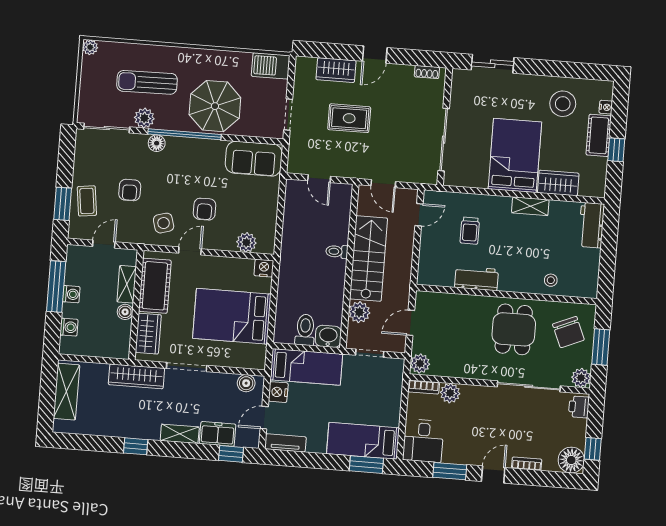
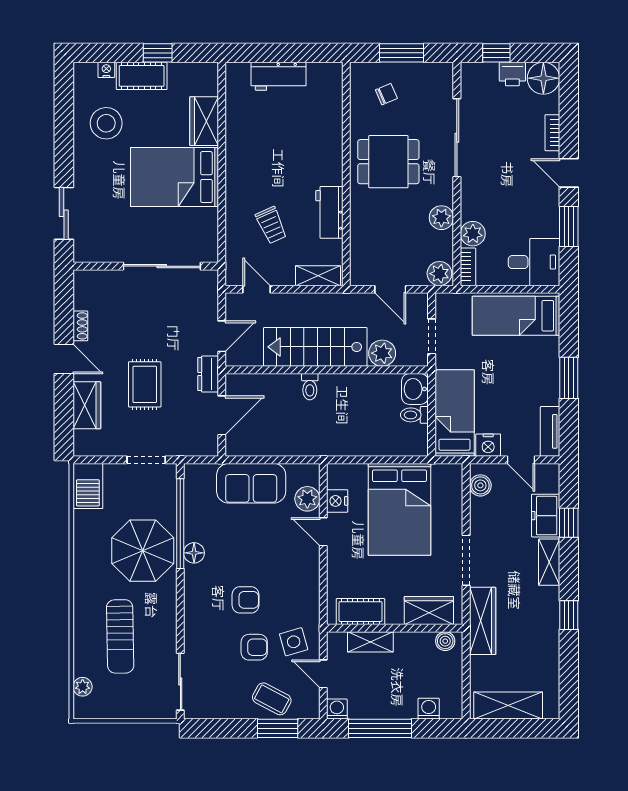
plant: (90, 47) -> (83, 687), moved
shoe rack: (427, 72) -> (80, 326), moved
plant: (144, 118) -> (164, 636), removed
window: (184, 134) -> (180, 524), moved
floor lamp: (157, 143) -> (194, 553), moved
sofa: (254, 159) -> (251, 483), moved, turned 90
dresser: (354, 170) -> (208, 374), added
door: (319, 179) -> (222, 415), width x1.38
coffee table: (87, 201) -> (272, 699), turned 35
shelving: (530, 206) -> (318, 276), moved, turned 90
armchair: (205, 209) -> (245, 600), moved
side table: (164, 223) -> (294, 642), moved
workbench: (591, 225) -> (279, 76), moved
trolley: (470, 231) -> (271, 225), turned 66
door: (190, 251) -> (323, 532), moved
nightstand: (264, 268) -> (337, 501), moved
stool: (551, 280) -> (324, 121), removed
cot: (155, 286) -> (361, 612), width x0.73, depth x0.75
washing machine: (71, 294) -> (337, 709), moved
boiler: (125, 312) -> (445, 641), moved
toilet: (305, 330) -> (414, 415), width x0.73, depth x0.72
chair: (568, 332) -> (386, 94), width x0.54, depth x0.54
plant: (581, 378) -> (441, 218), moved
printer: (579, 407) -> (512, 74), moved
bed: (363, 441) -> (516, 316), moved, turned 90
window: (593, 449) -> (496, 53), moved
window: (231, 454) -> (569, 523), moved
window: (366, 465) -> (569, 378), moved

